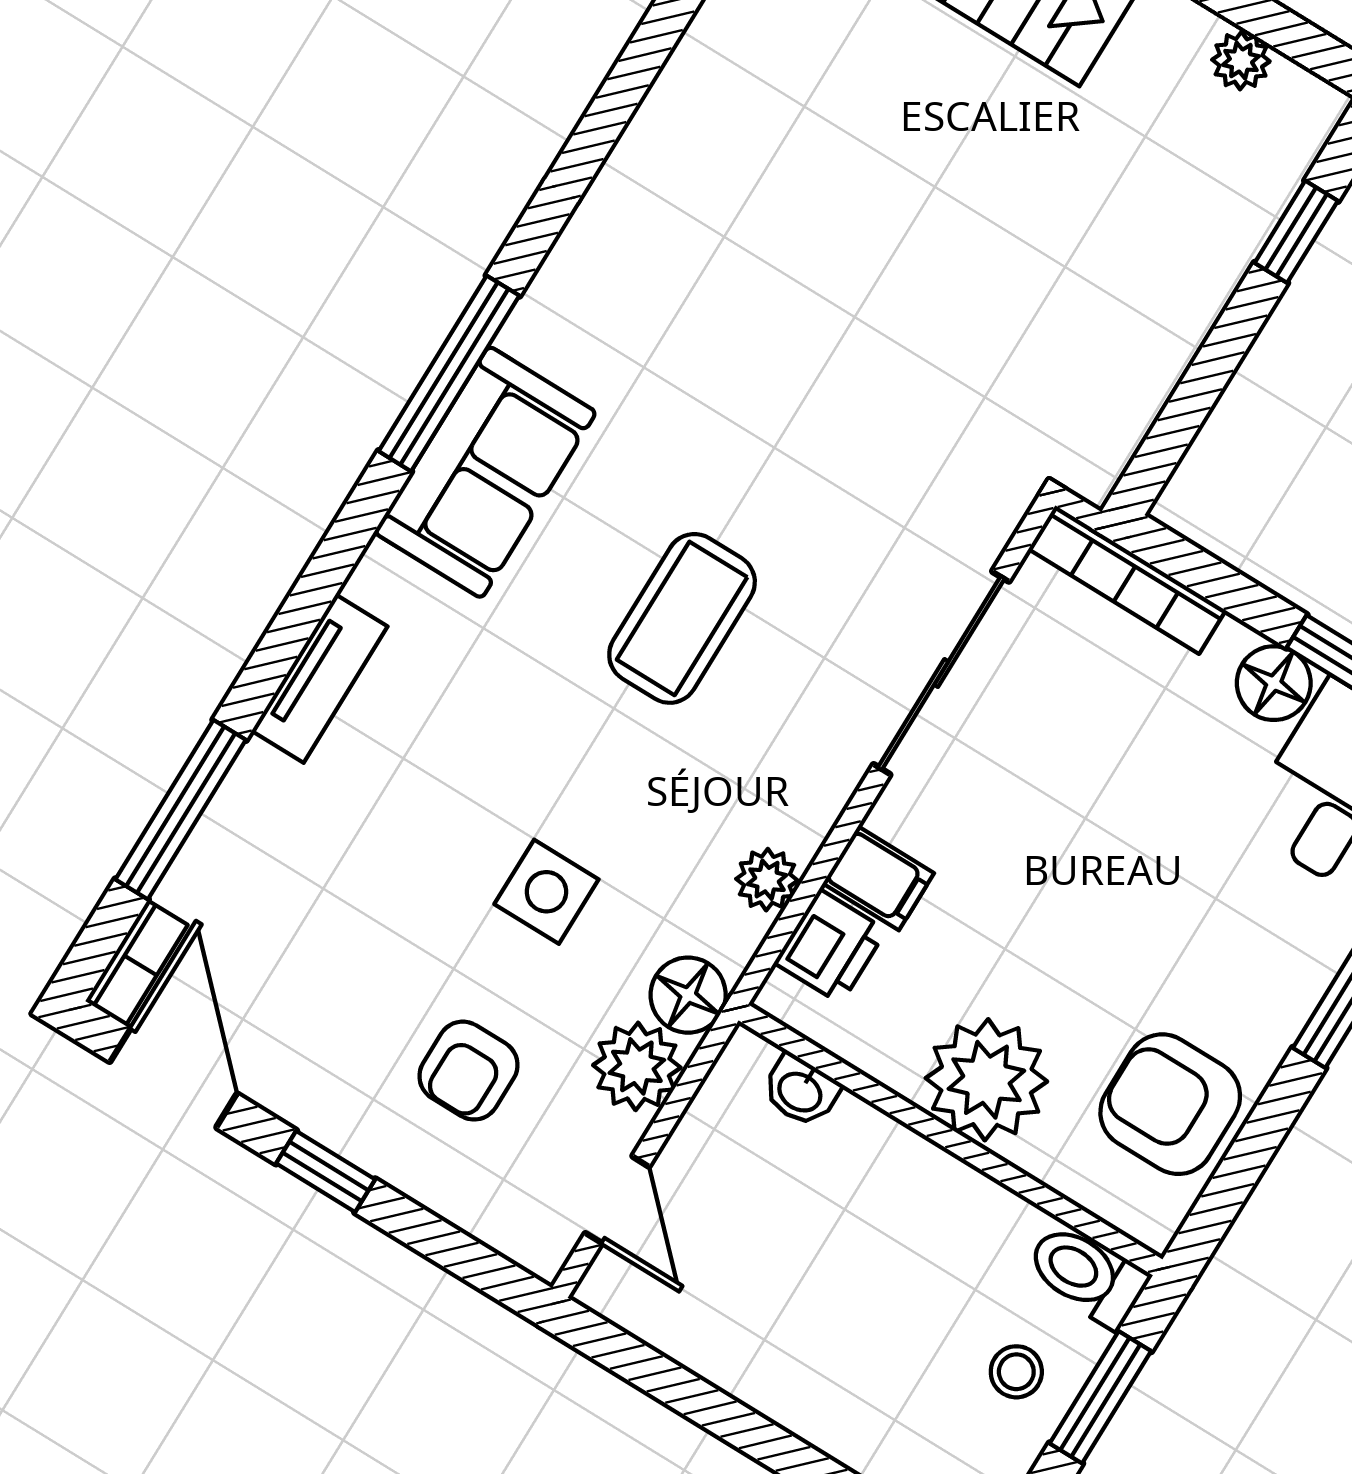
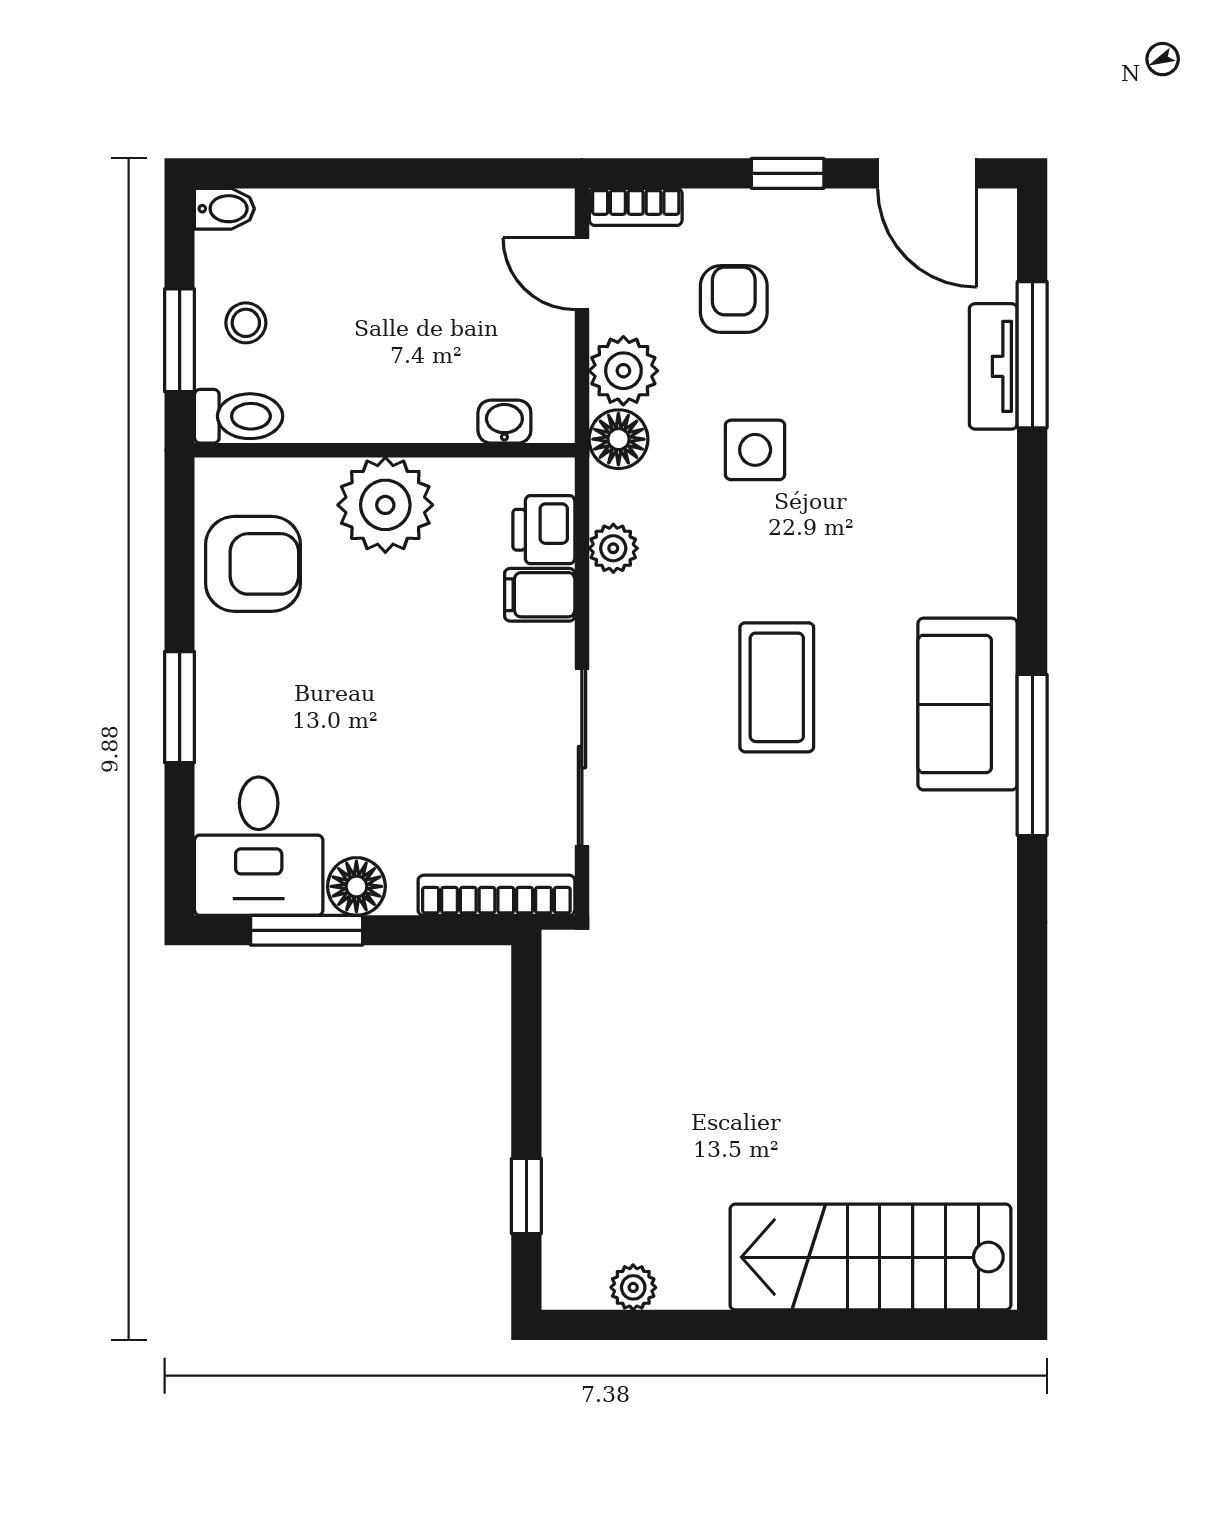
tv unit: (320, 679) -> (993, 366), moved
bookcase: (137, 963) -> (636, 207), moved, turned -90

